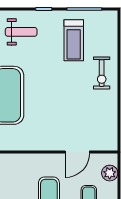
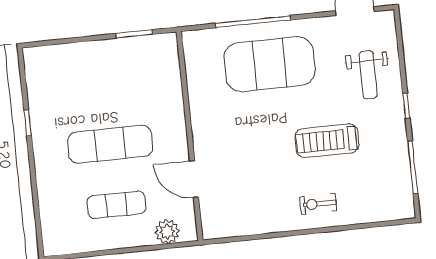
treadmill: (74, 40) -> (327, 141), moved
exercise bike: (102, 73) -> (318, 204), width x0.73, depth x0.72

